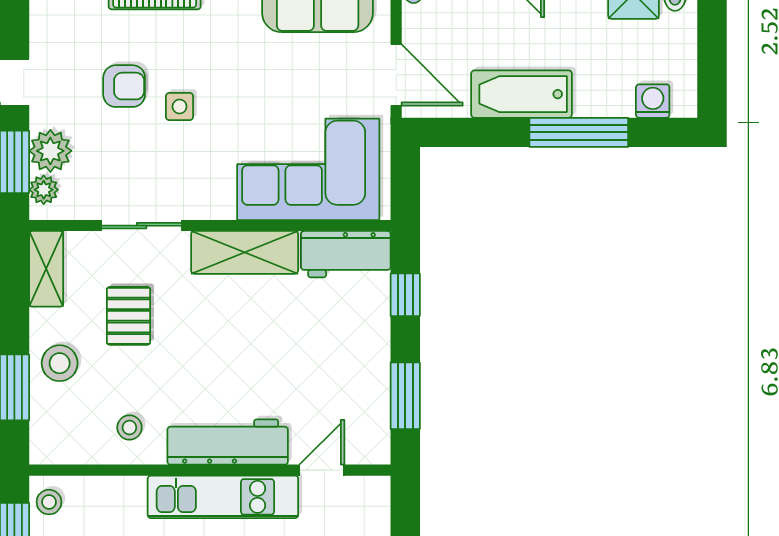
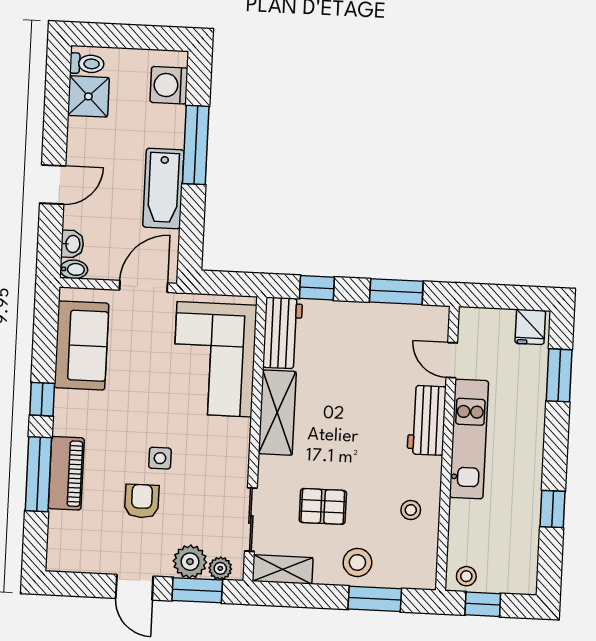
washing machine: (653, 101) -> (169, 85), width x1.38, depth x1.38
sliding door: (142, 226) -> (251, 519), moved
workbench: (228, 442) -> (427, 420), width x0.73

